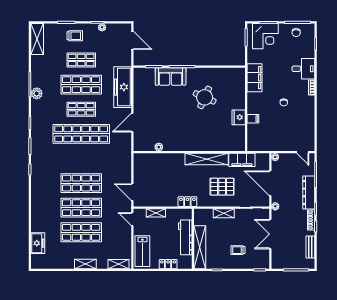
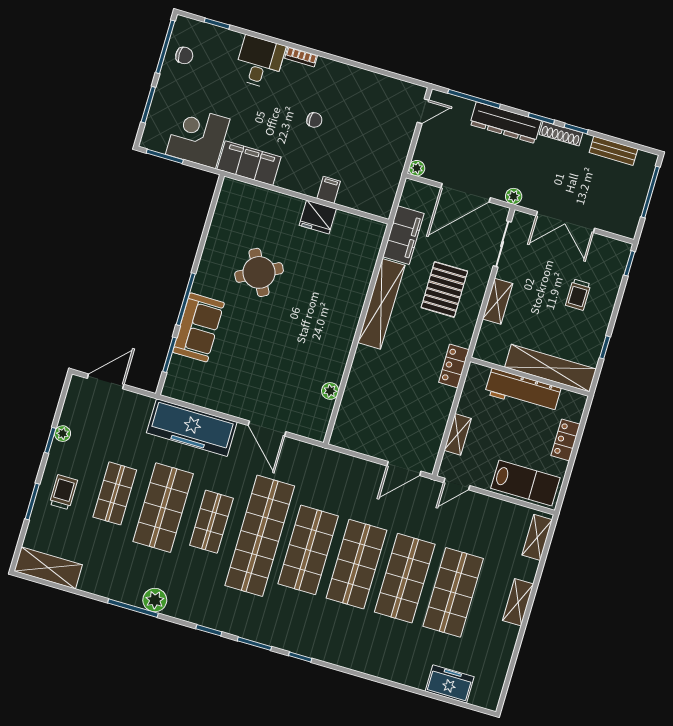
corner desk: (265, 36) -> (198, 137), moved, turned -90
round table: (205, 97) -> (259, 272), turned 38
shop shelf: (81, 158) -> (308, 550), added

